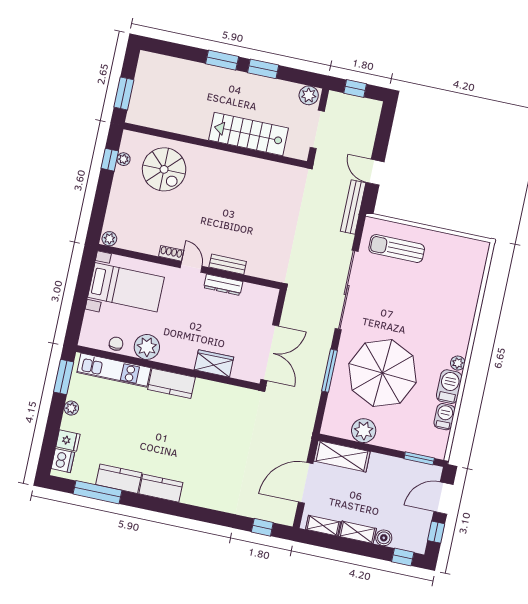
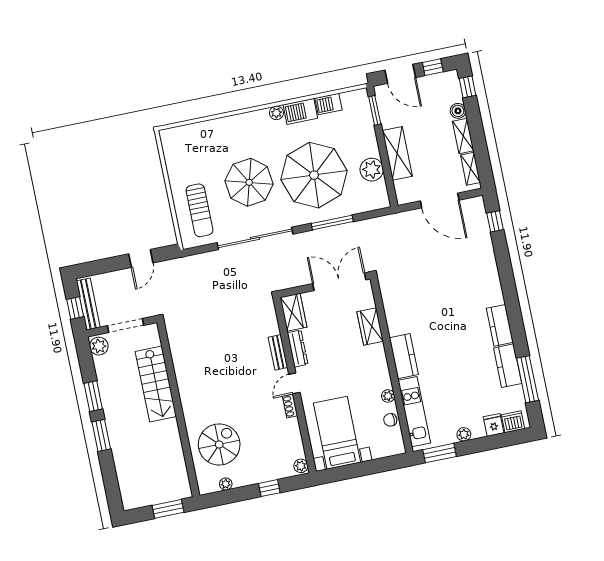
window: (110, 160) -> (269, 488), moved
bench: (353, 207) -> (88, 304), moved, turned 90
wardrobe: (260, 296) -> (293, 312), added
parasol: (403, 308) -> (249, 182), added
plant: (147, 347) -> (388, 396), width x0.53, depth x0.53
shelving: (342, 456) -> (397, 153), moved

